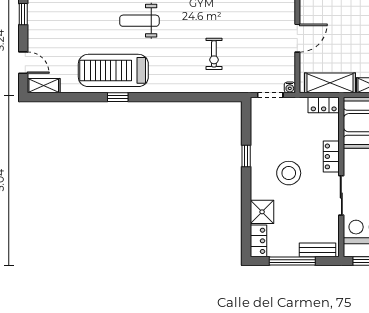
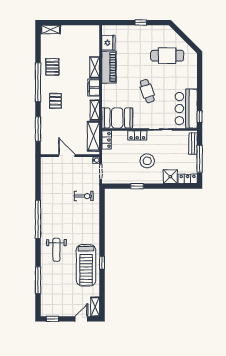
exercise bike: (214, 54) -> (84, 196), moved

